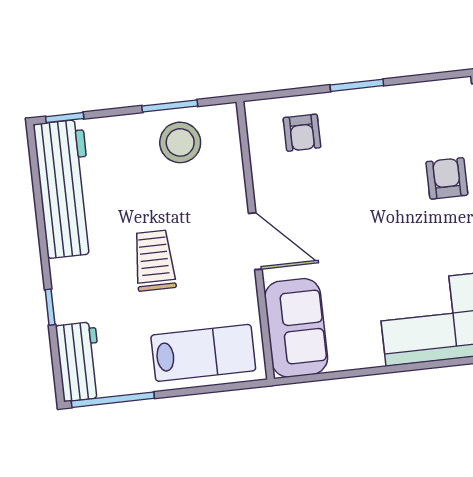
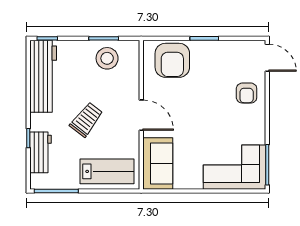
armchair: (302, 133) -> (172, 60), width x1.88, depth x1.88
armchair: (447, 178) -> (247, 93), turned 180
trolley: (154, 261) -> (86, 120), turned 38
workbench: (79, 362) -> (41, 152), moved

